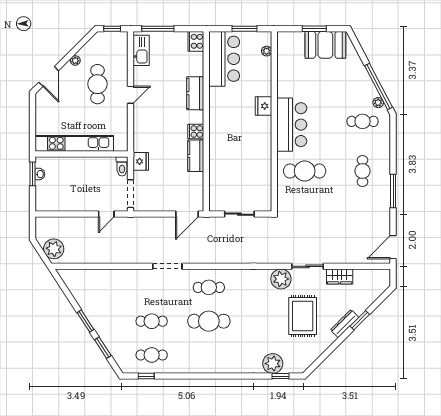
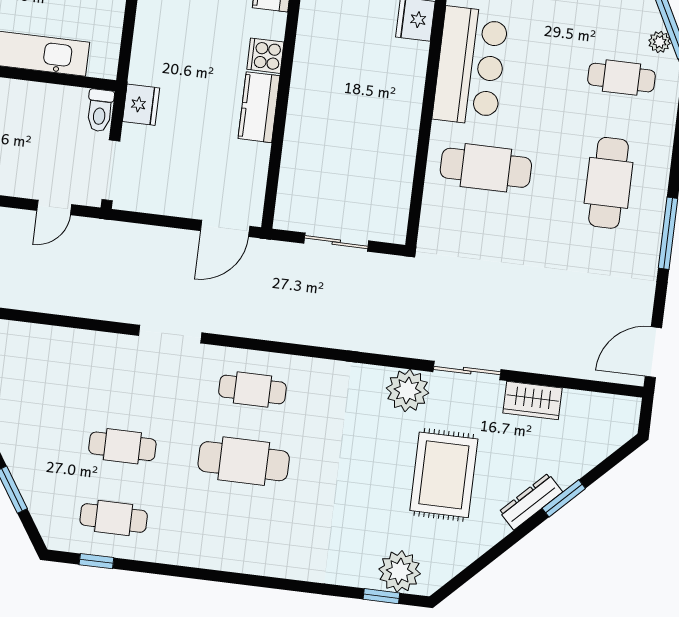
cafe table: (363, 171) -> (609, 183), width x1.37, depth x1.35
plant: (273, 364) -> (400, 571), moved

